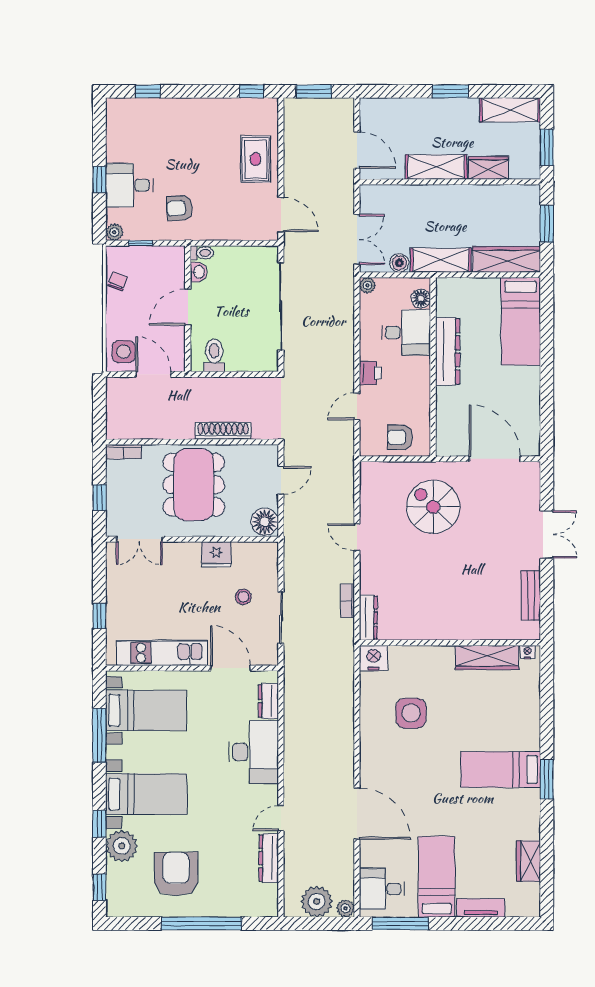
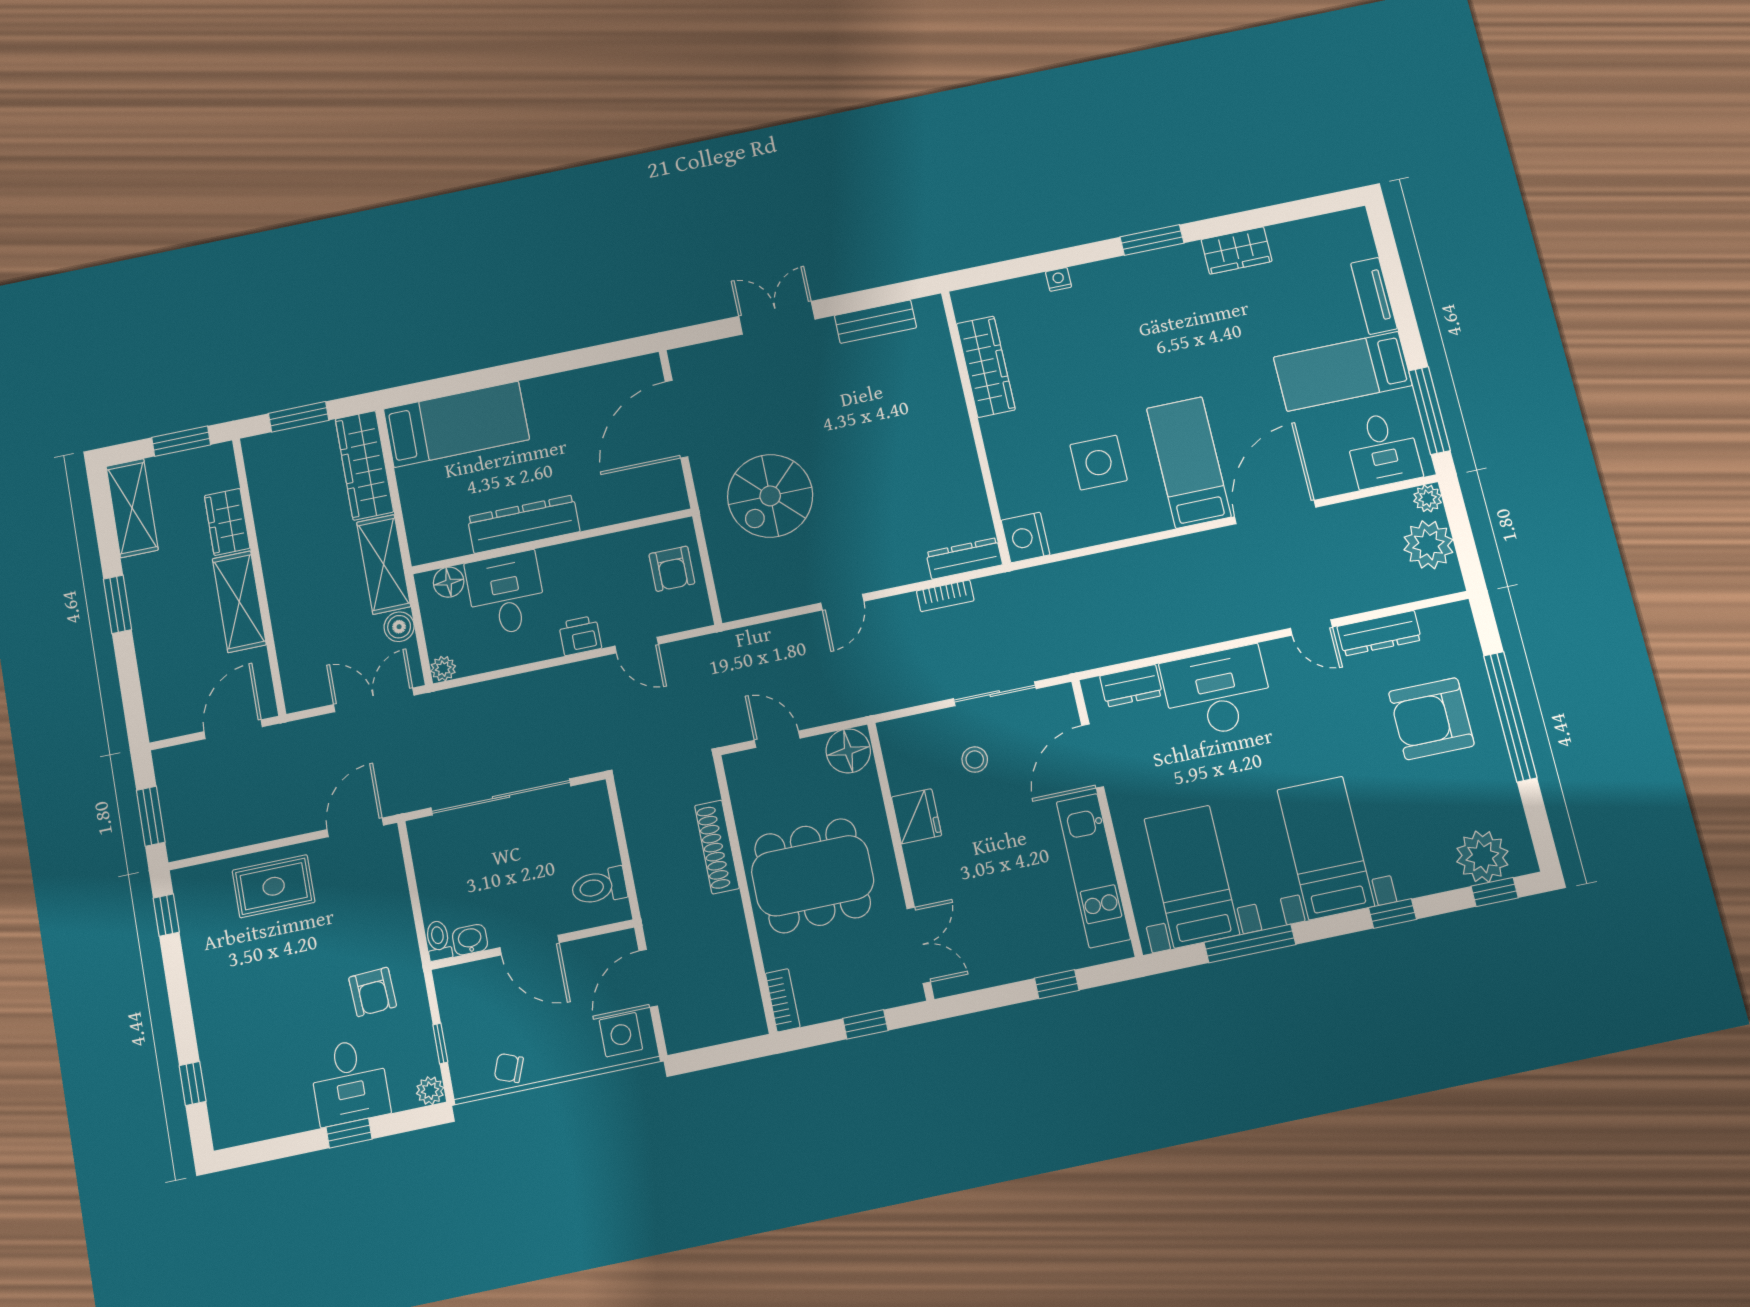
nightstand: (527, 652) -> (1059, 279), moved, turned 90
bed: (501, 770) -> (1189, 462), moved, turned 180
plant: (122, 846) -> (1482, 857), moved
wardrobe: (529, 861) -> (1237, 250), moved
armchair: (176, 874) -> (1431, 719), moved

